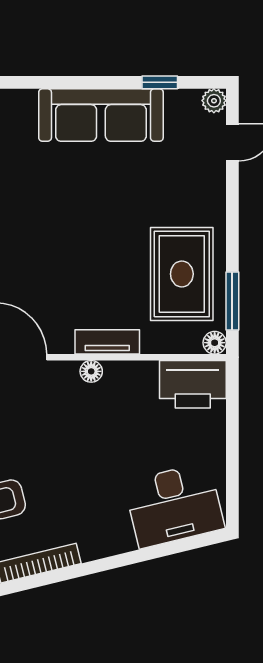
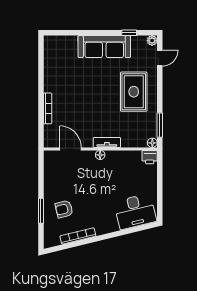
rug: (182, 274) -> (134, 92), moved
printer: (193, 384) -> (150, 157), width x0.53, depth x0.68

